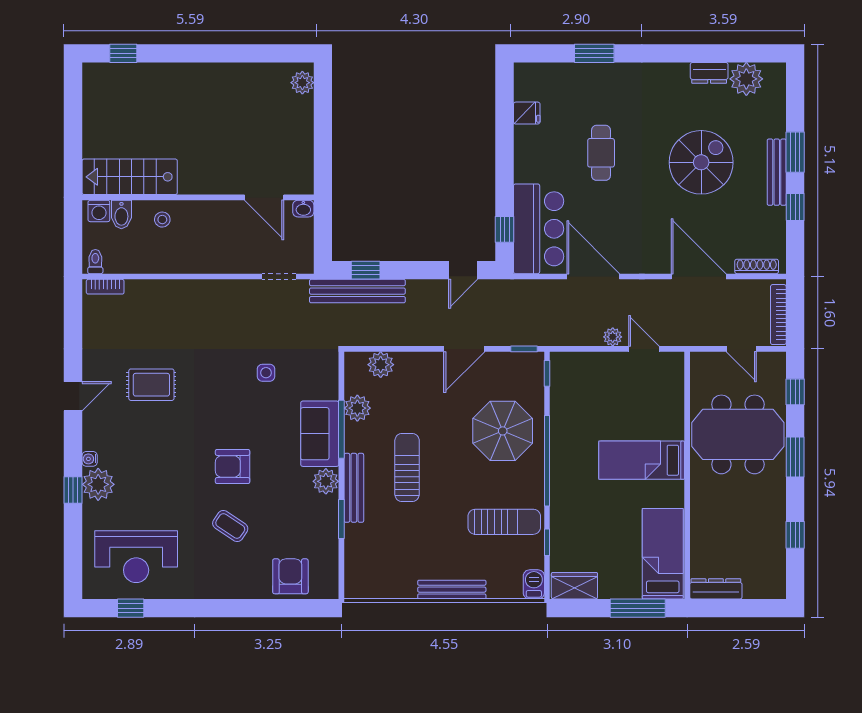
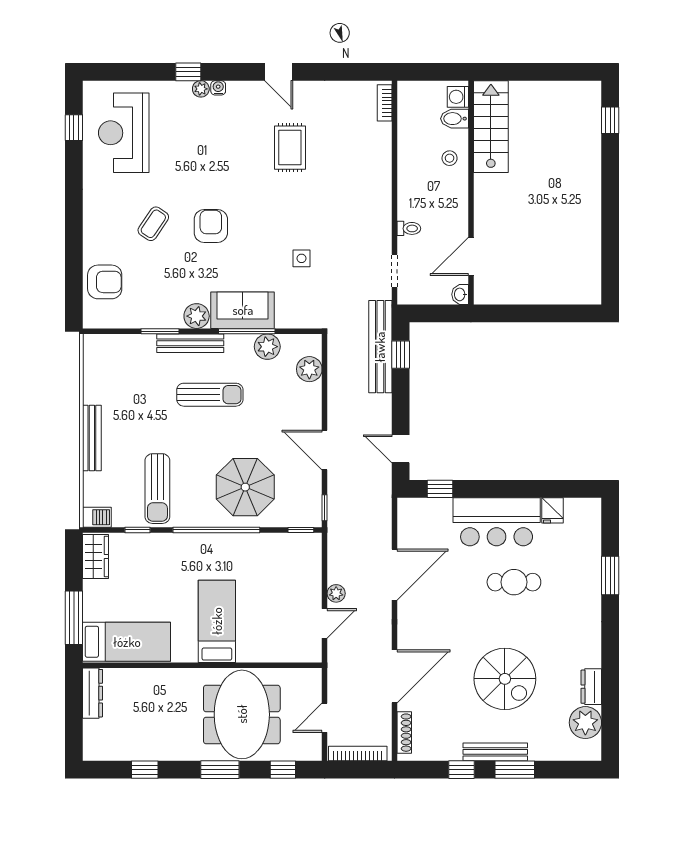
plant: (302, 83) -> (582, 293), removed
bar counter: (539, 229) -> (497, 522), moved
toilet: (95, 262) -> (409, 228), moved
plant: (98, 484) -> (201, 89), width x0.53, depth x0.53

